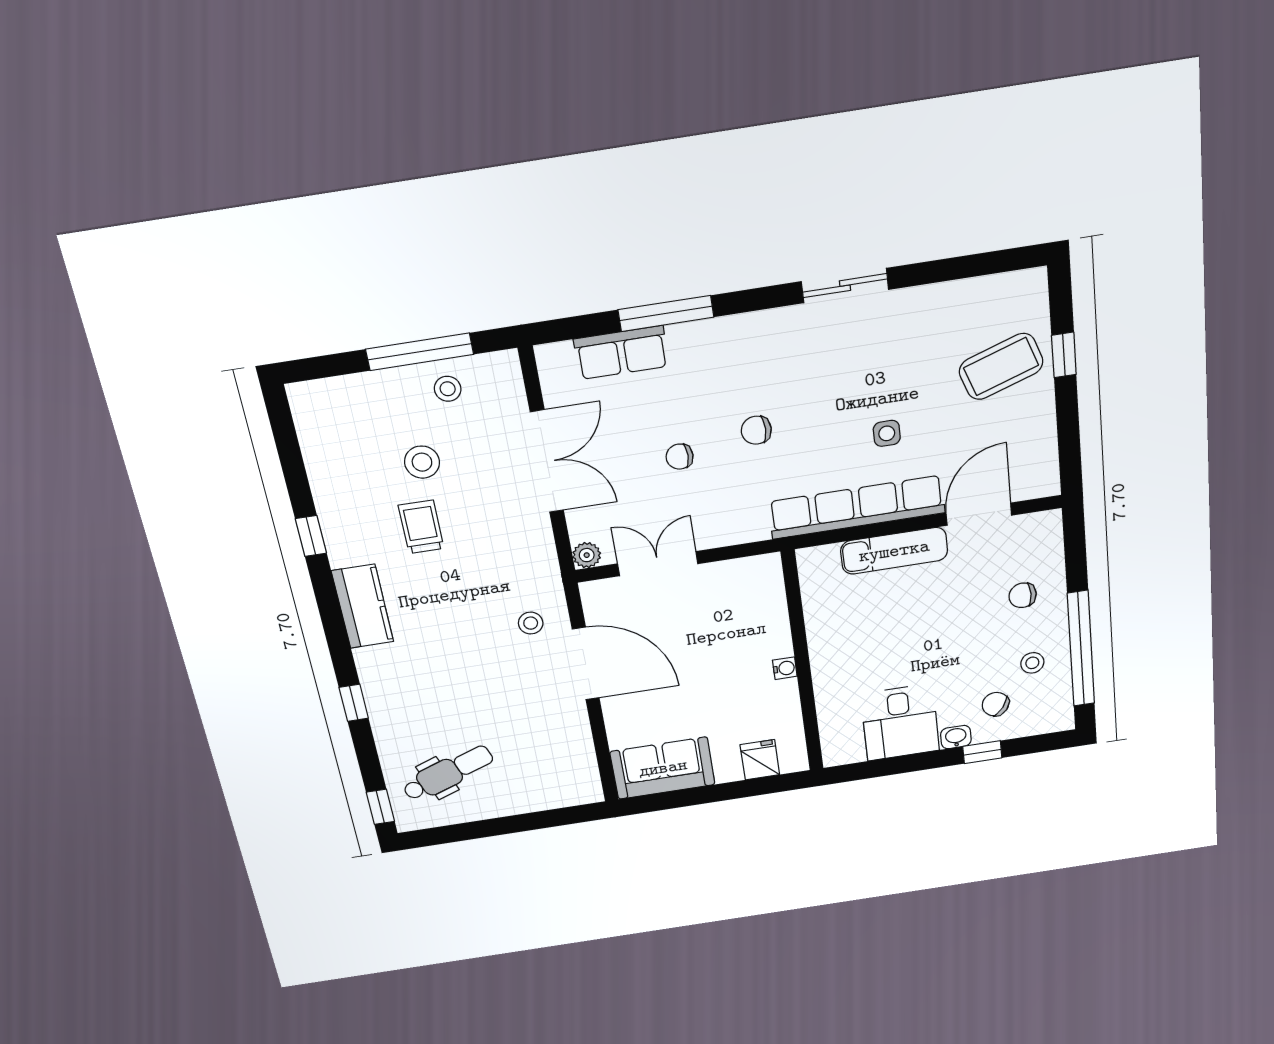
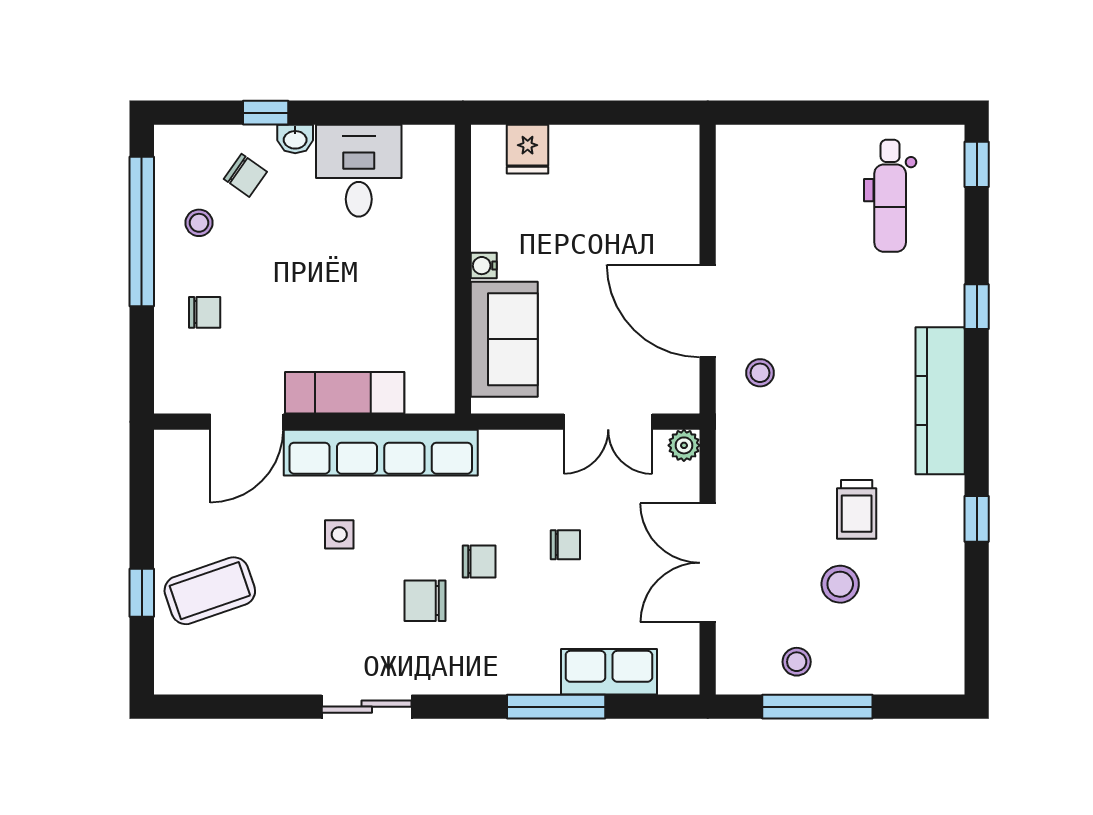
chair: (802, 389) -> (425, 601), added
kitchen counter: (363, 606) -> (940, 401), width x1.50
sofa: (663, 768) -> (504, 339), moved, turned -90
dental chair: (448, 773) -> (890, 196), turned -70

